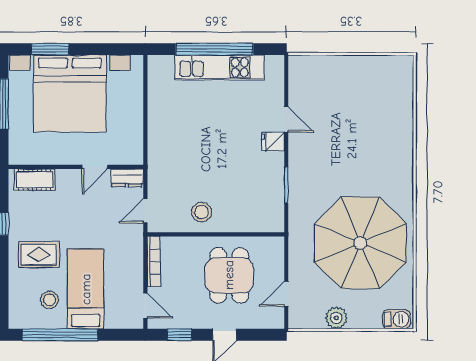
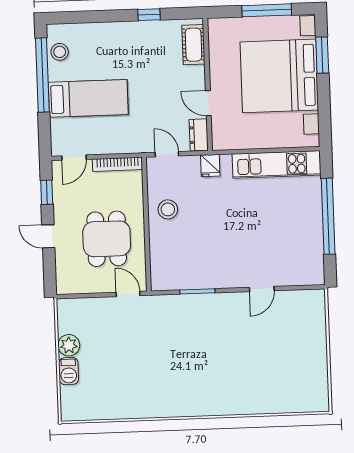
kitchen unit: (219, 68) -> (277, 164), moved, turned -90
fridge: (273, 142) -> (210, 166), moved, turned 180
parasol: (360, 243) -> (143, 366), removed
rug: (39, 255) -> (120, 51), removed
dining table: (229, 275) -> (107, 239), turned 90
door: (286, 294) -> (128, 294), moved
stool: (50, 300) -> (60, 52), moved
barbecue: (396, 319) -> (69, 371), moved

